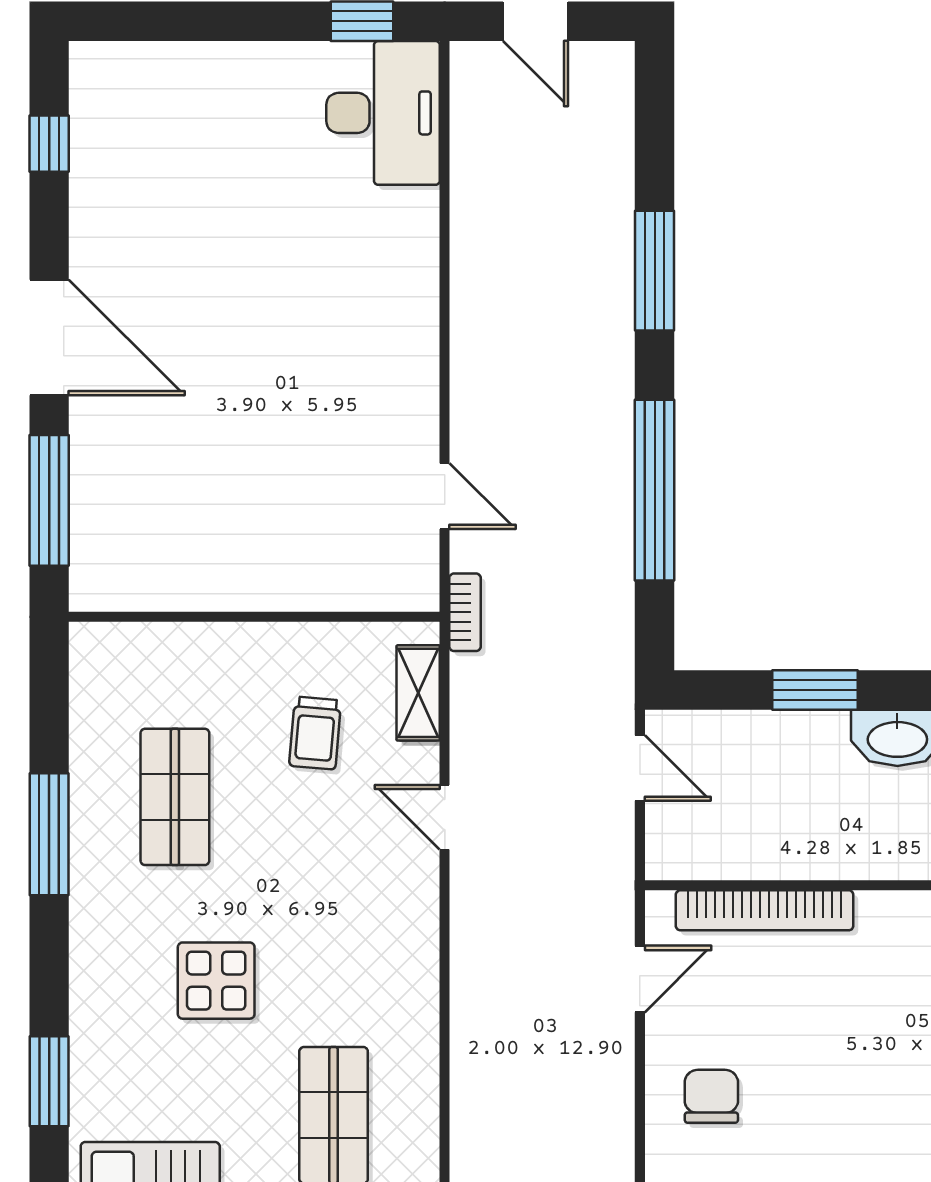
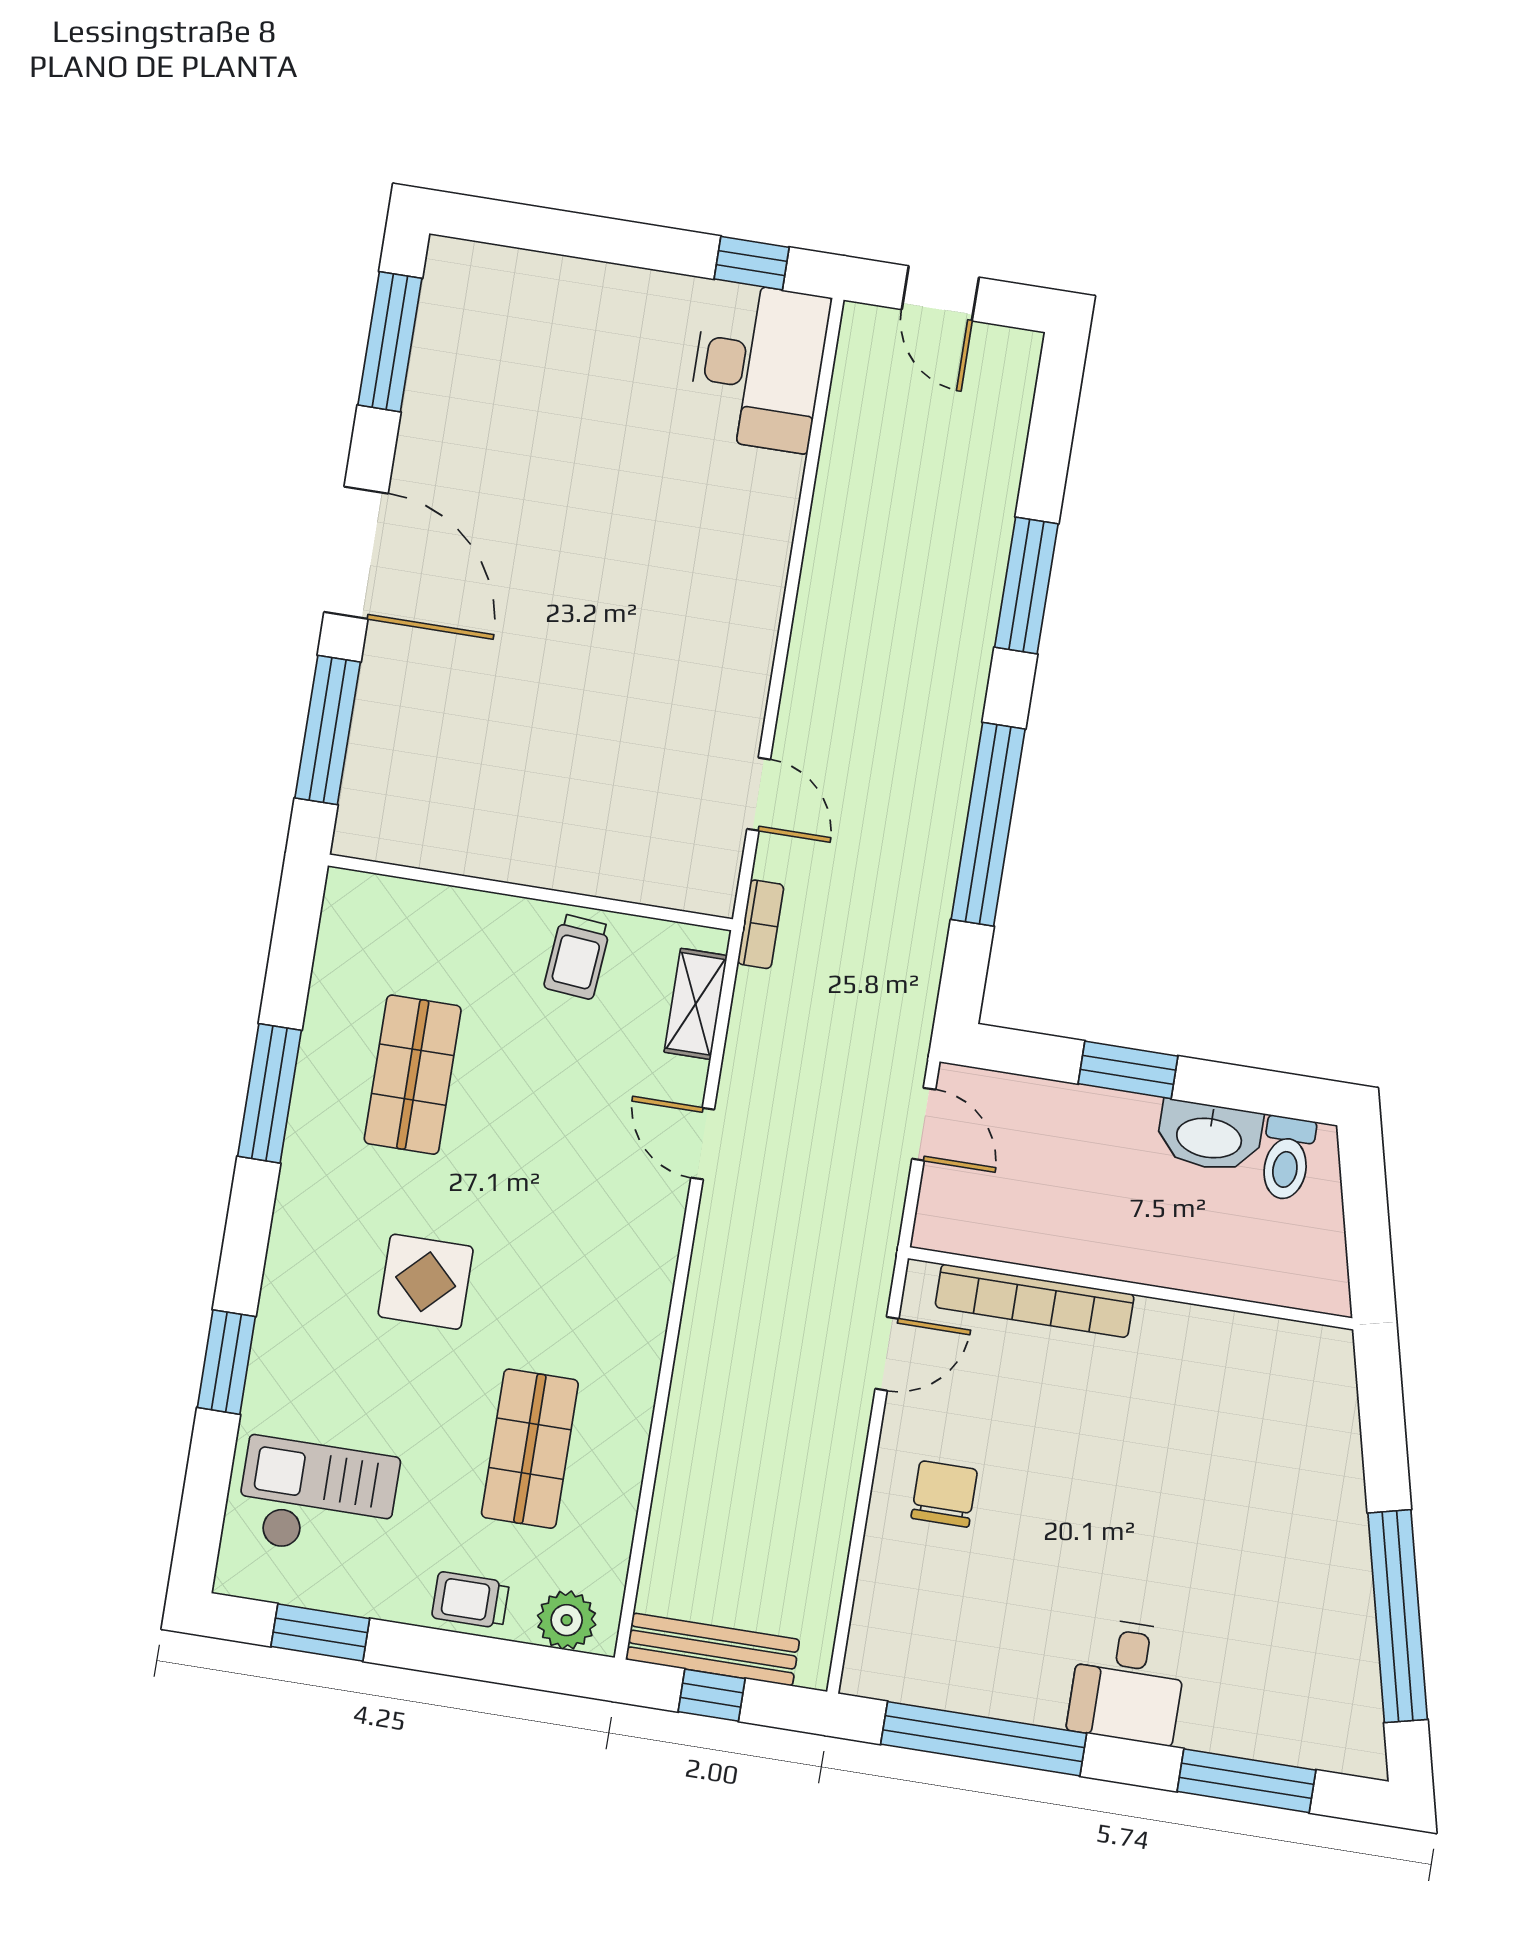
window: (49, 144) -> (390, 342), width x2.17
trolley: (315, 733) -> (577, 957), moved

